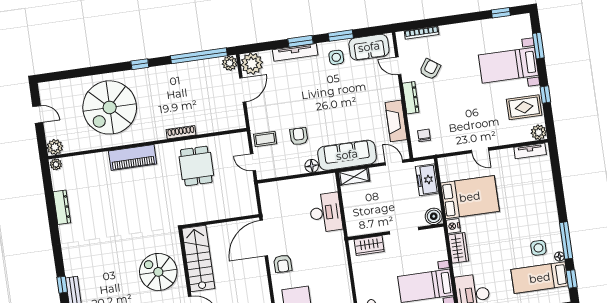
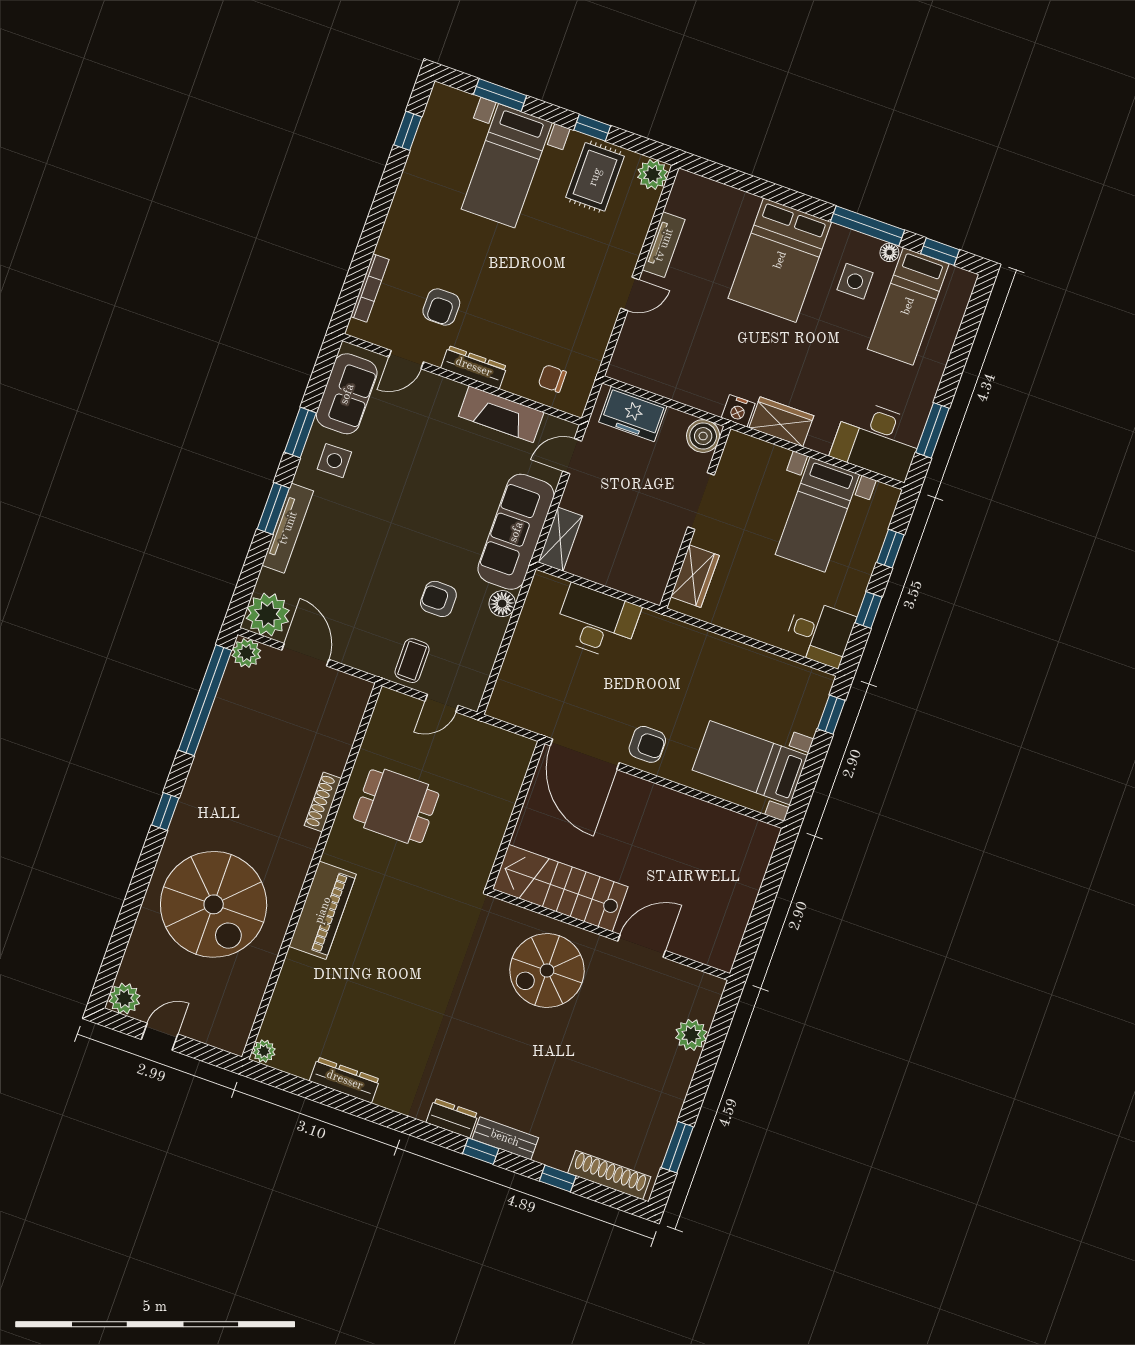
armchair: (430, 69) -> (441, 307), turned -125
plant: (55, 147) -> (124, 999), moved
tv unit: (530, 151) -> (664, 245), moved
bed: (470, 197) -> (780, 260), moved, turned 180
dresser: (70, 264) -> (452, 1118), added

